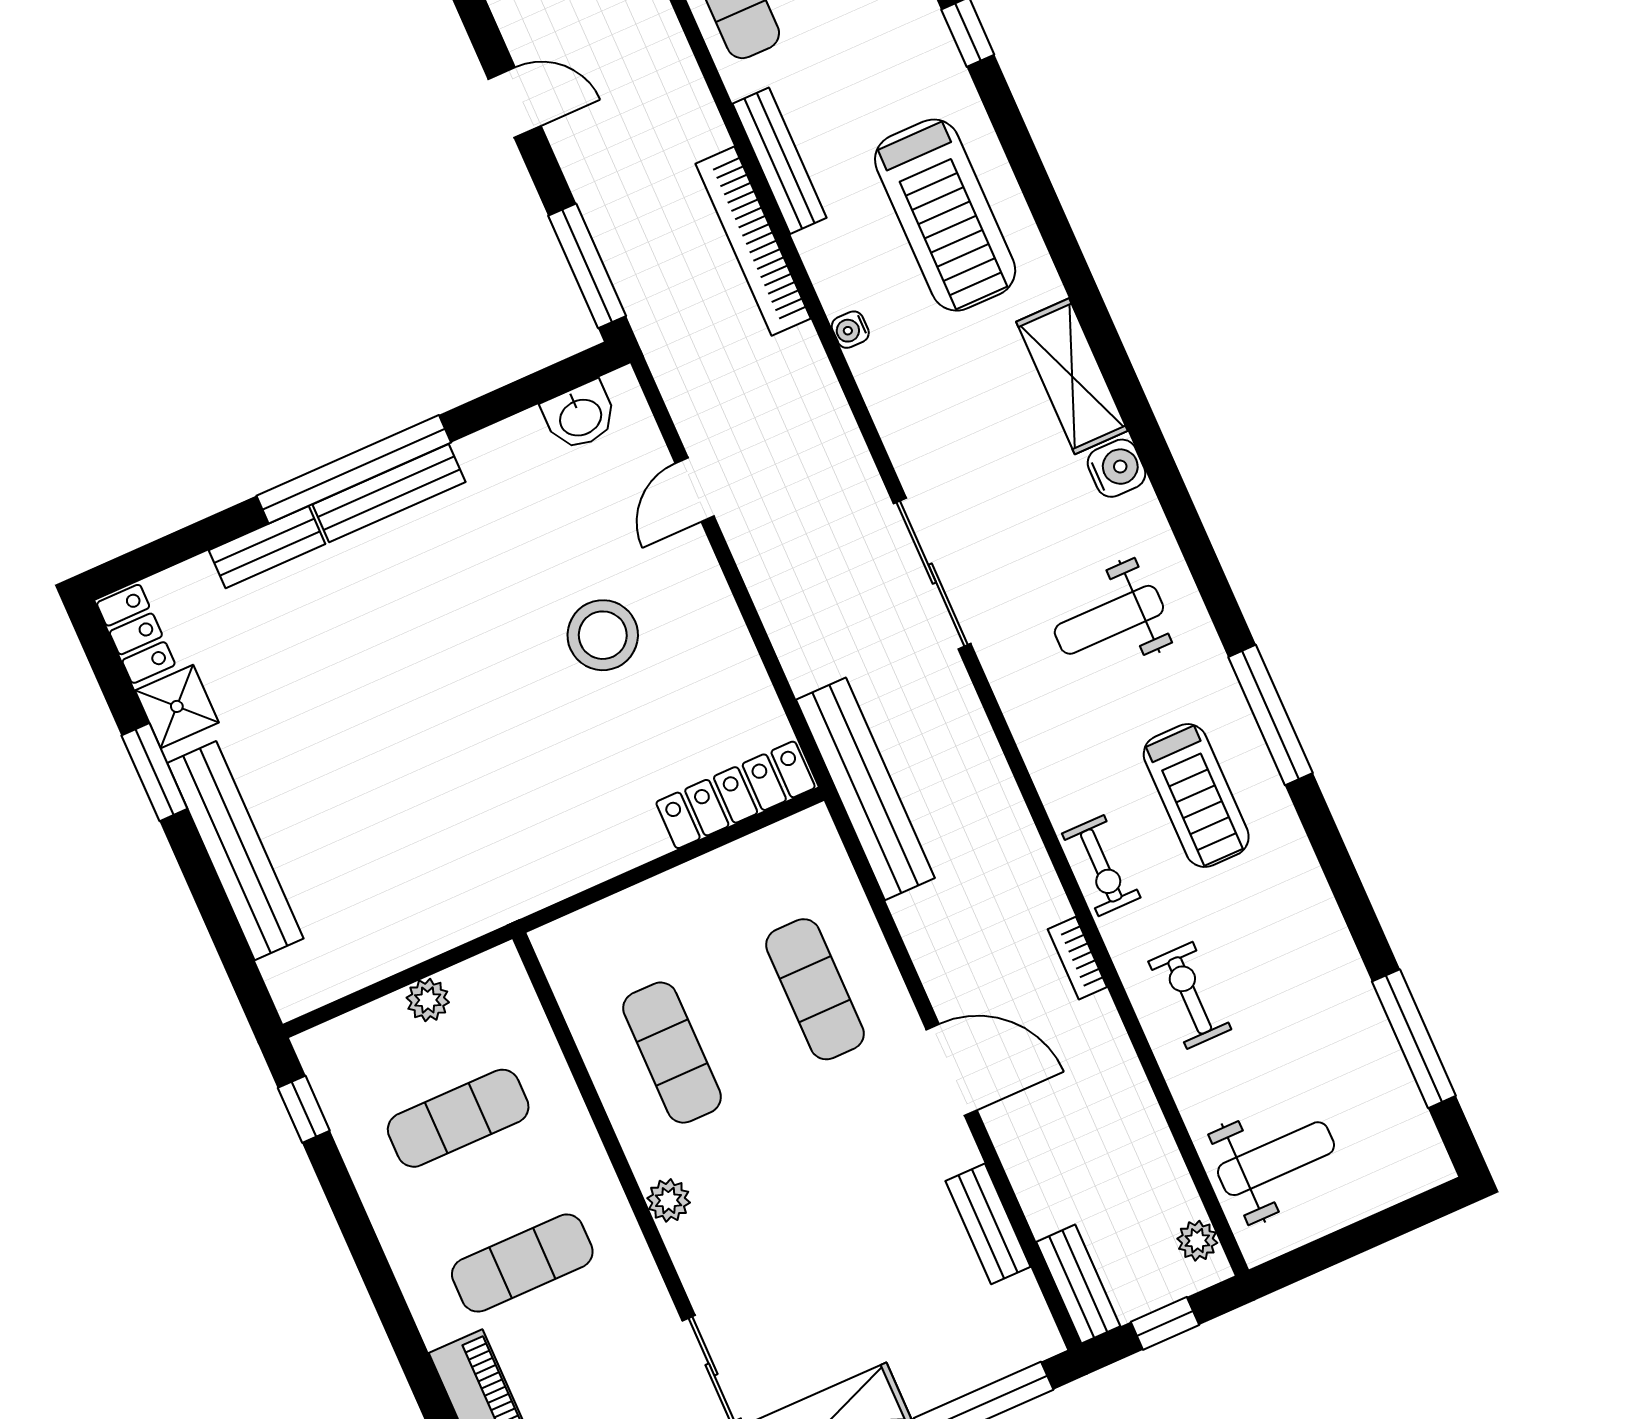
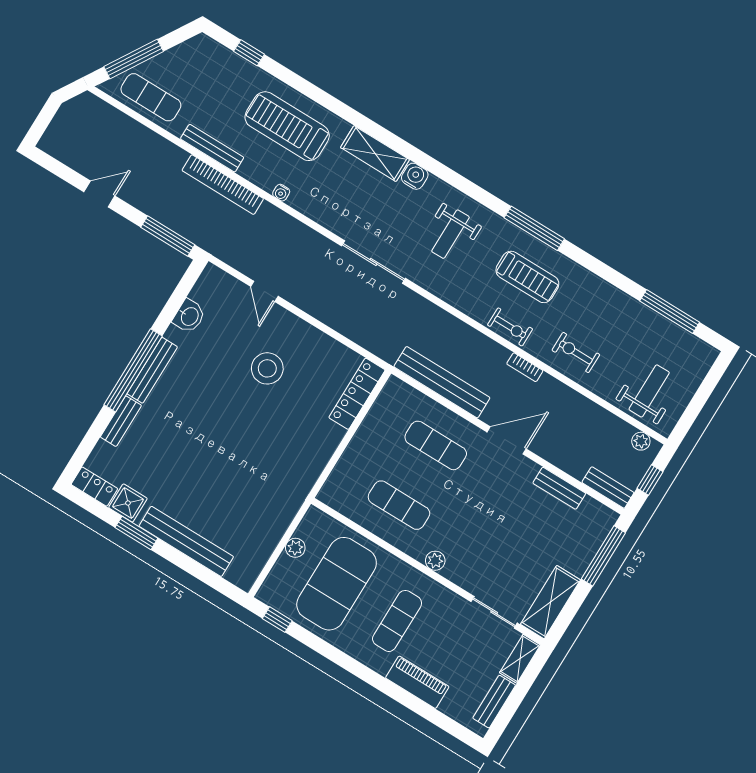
treadmill: (945, 215) -> (287, 126), turned 180
washbasin: (580, 416) -> (189, 316), moved
bench: (865, 789) -> (442, 382), moved
exercise mat: (458, 1118) -> (337, 584), width x2.00, depth x1.45

